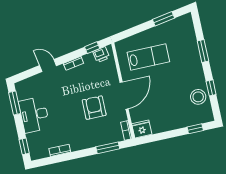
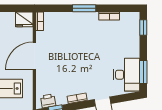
armchair: (94, 108) -> (66, 51), removed
desk: (34, 115) -> (127, 75), moved
window: (108, 148) -> (84, 8), moved

